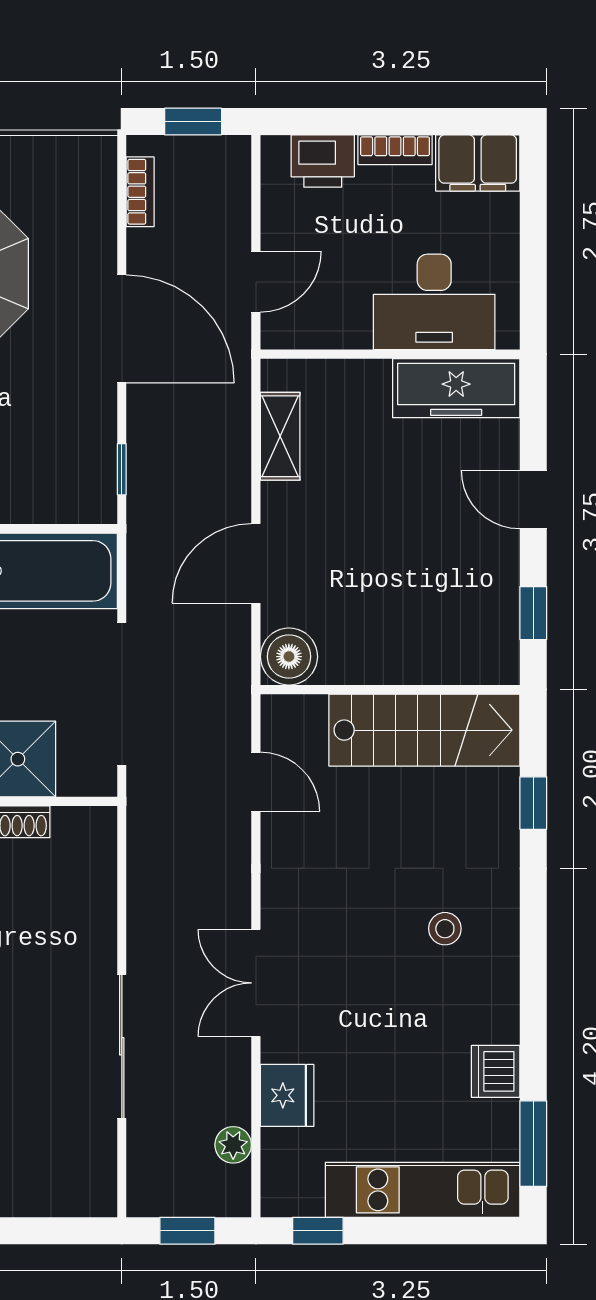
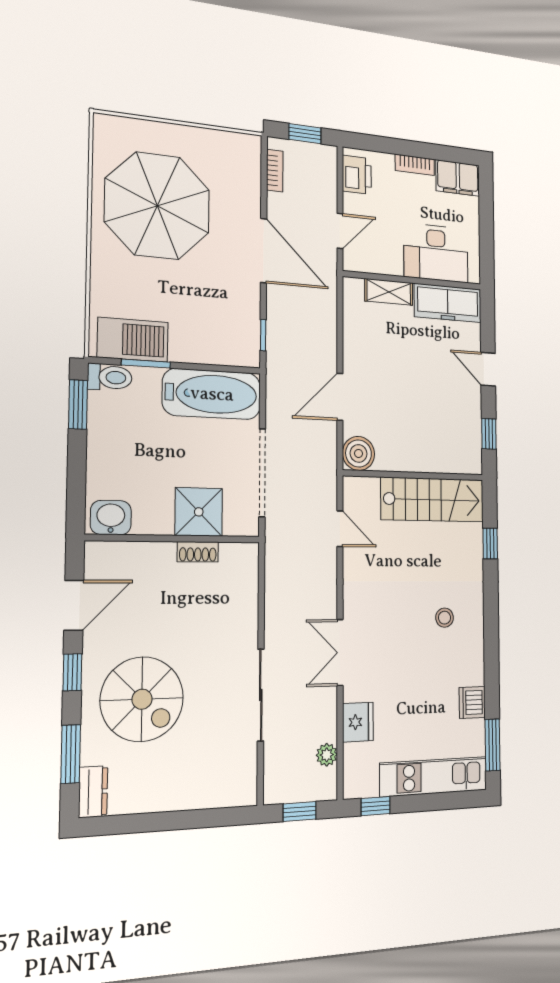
printer: (323, 161) -> (357, 175), moved, turned -90
shelving: (280, 436) -> (389, 292), moved, turned 90

